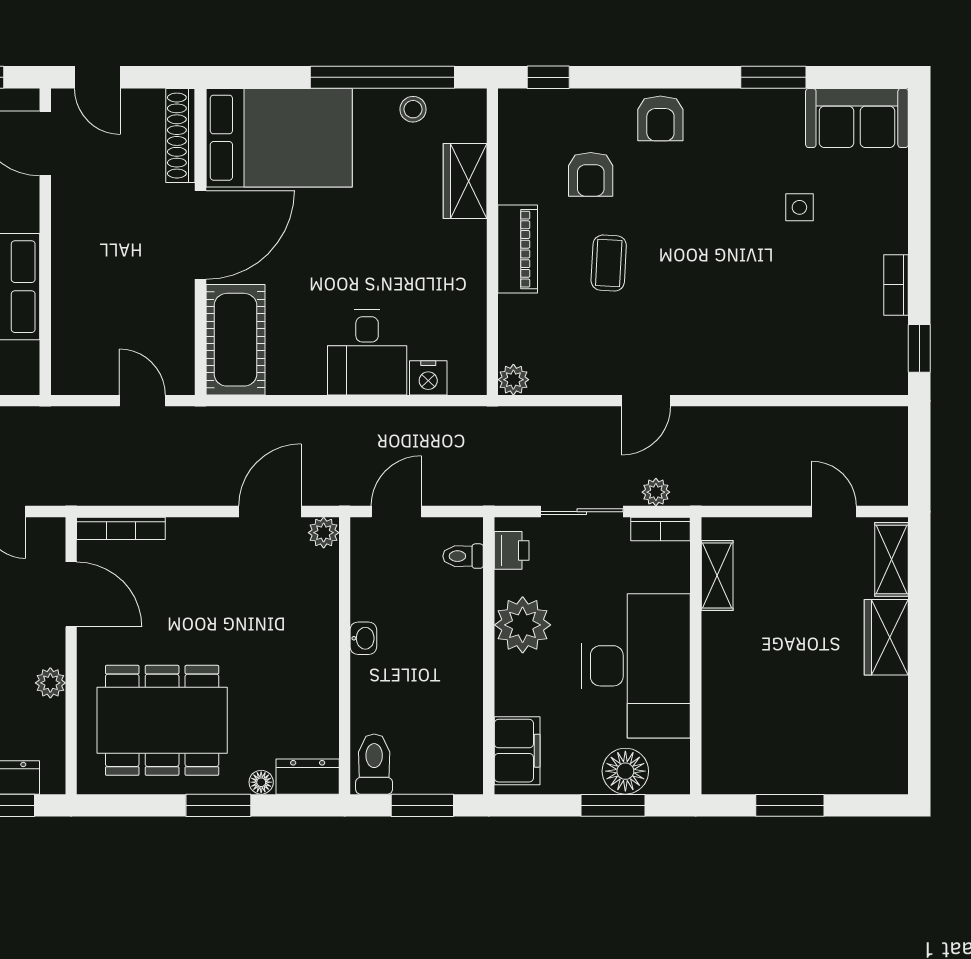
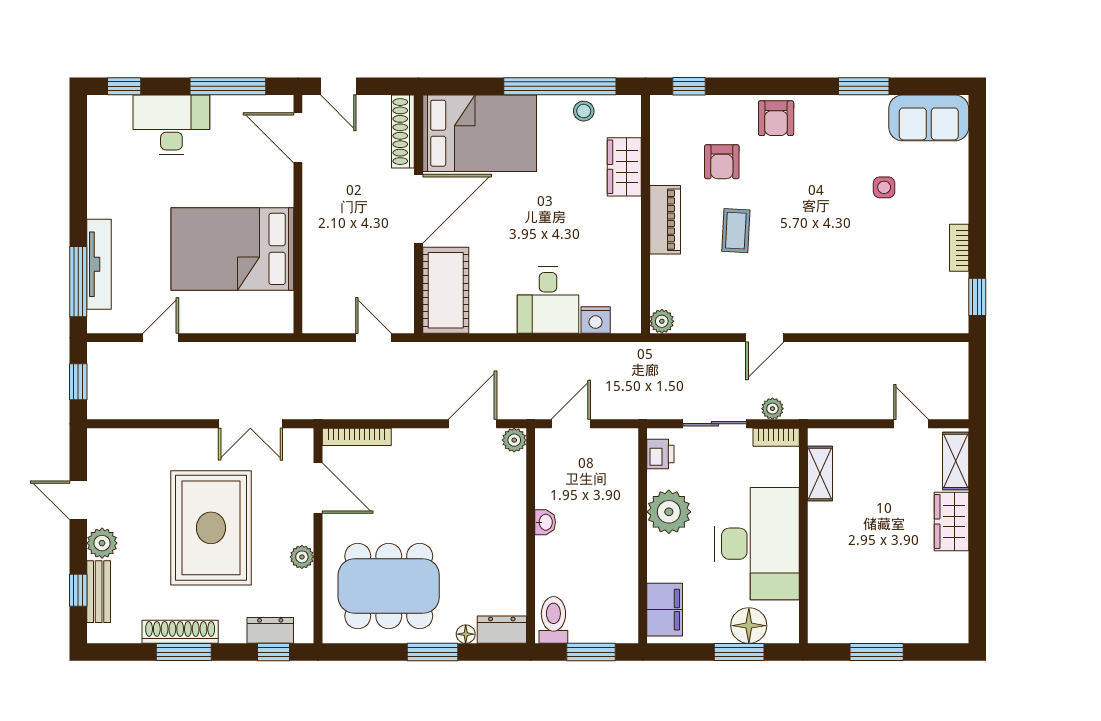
toilet: (463, 556) -> (623, 458), removed

